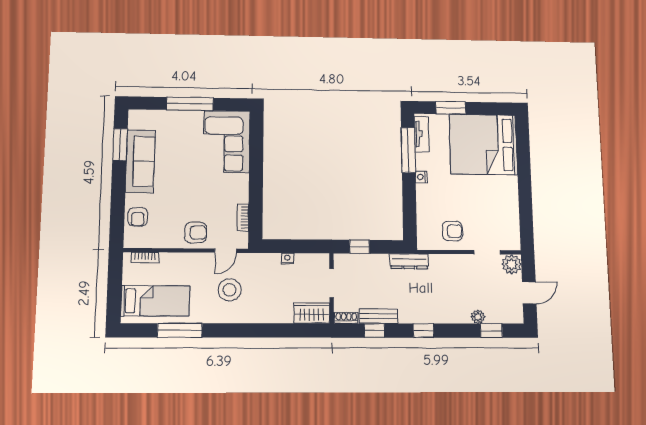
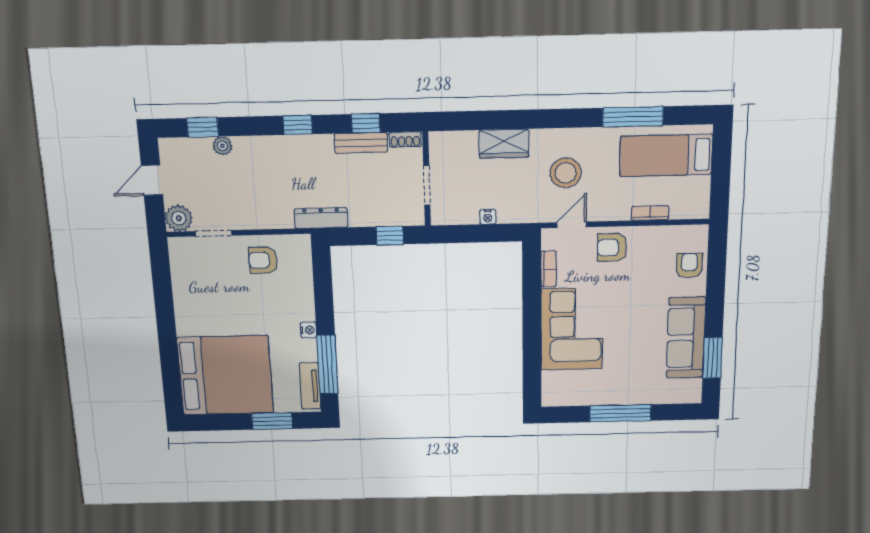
corner sofa: (227, 142) -> (572, 329), moved
bookcase: (145, 258) -> (650, 213), moved
wardrobe: (312, 313) -> (504, 144), moved

